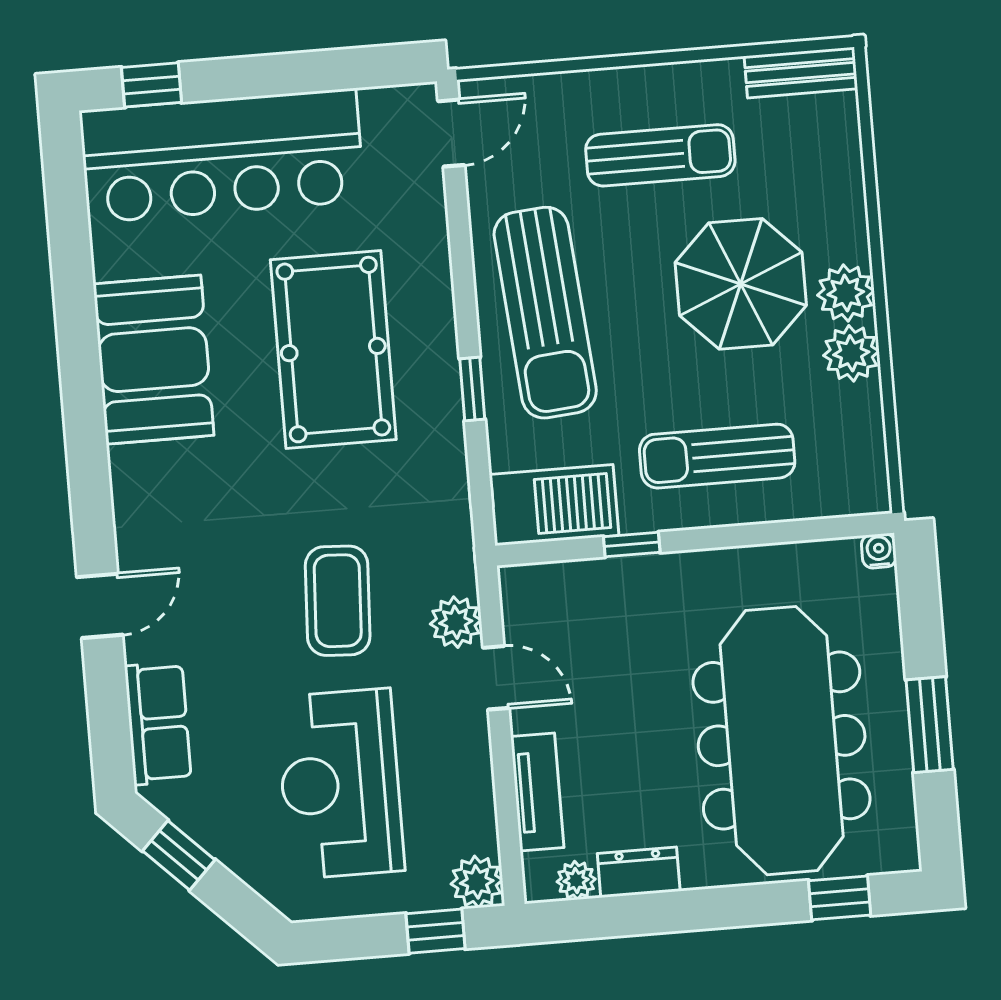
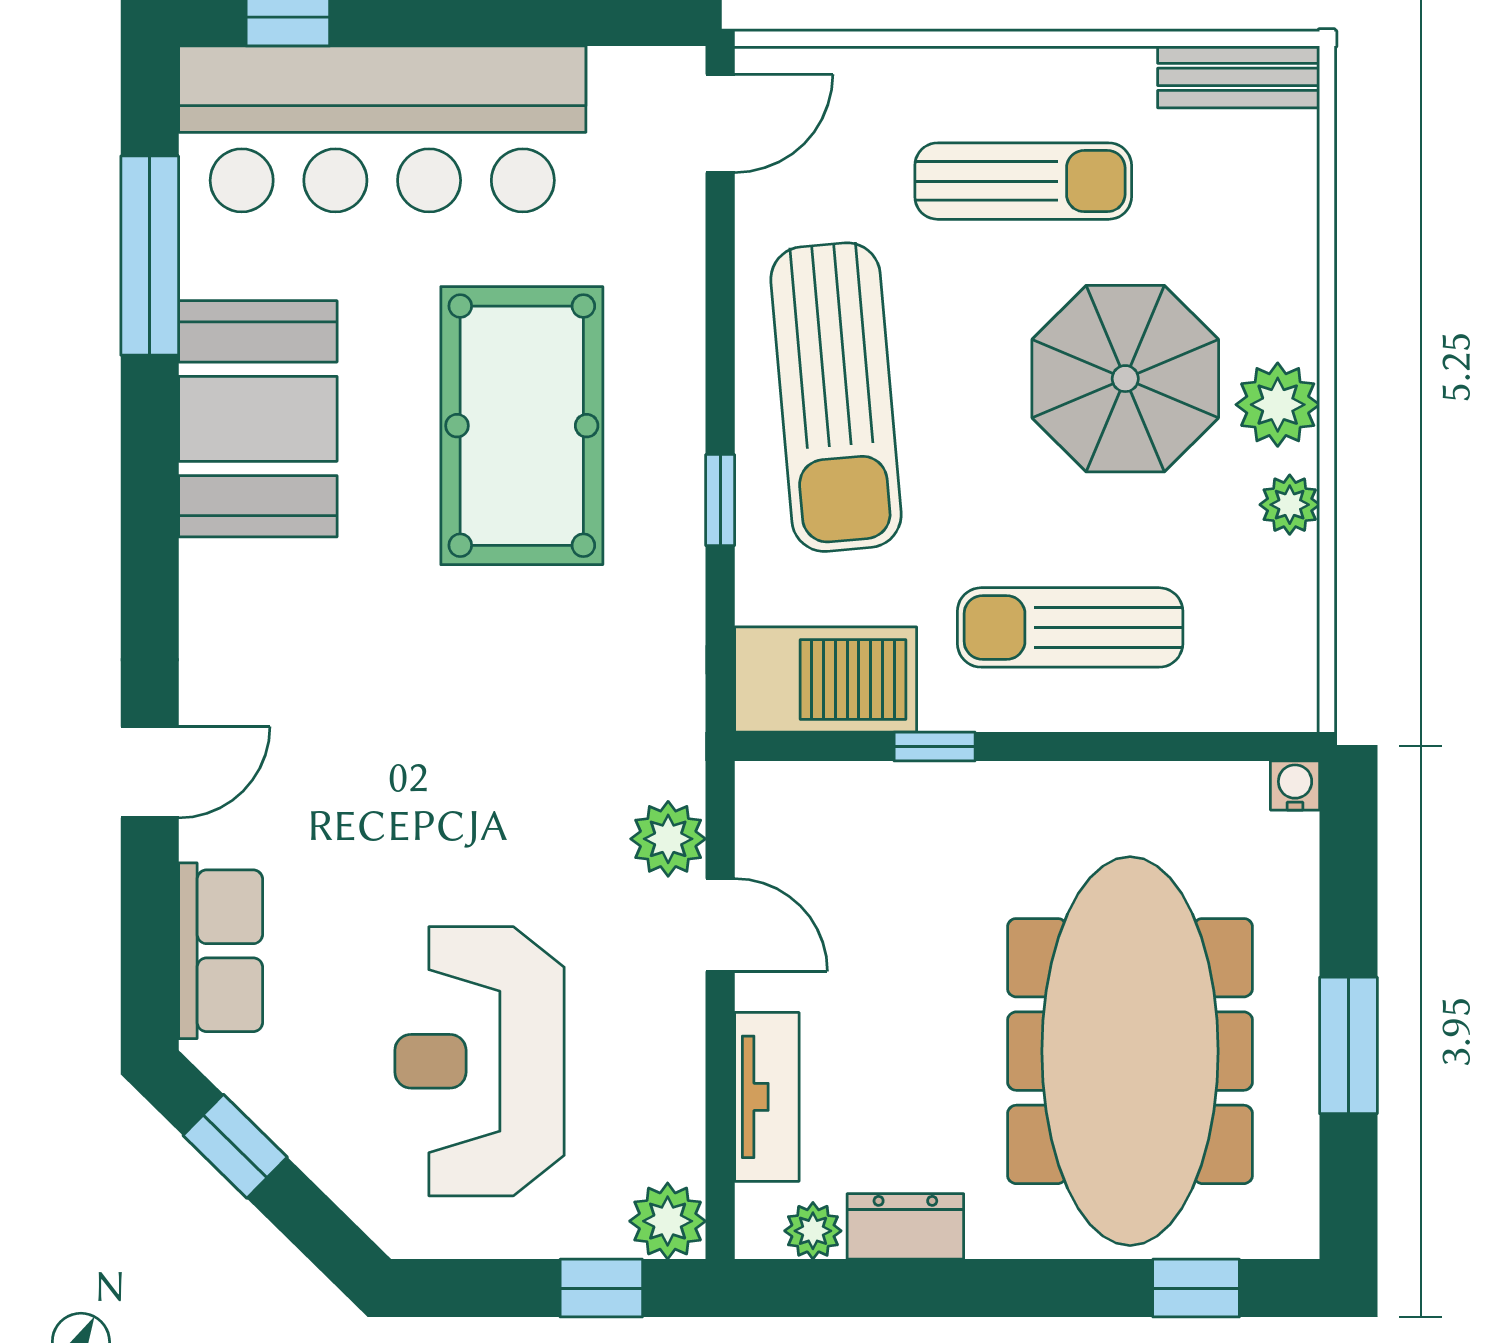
window: (71, 255) -> (150, 256), added
plant: (851, 353) -> (1290, 505), width x0.73, depth x0.73
coffee table: (338, 601) -> (498, 793), removed

